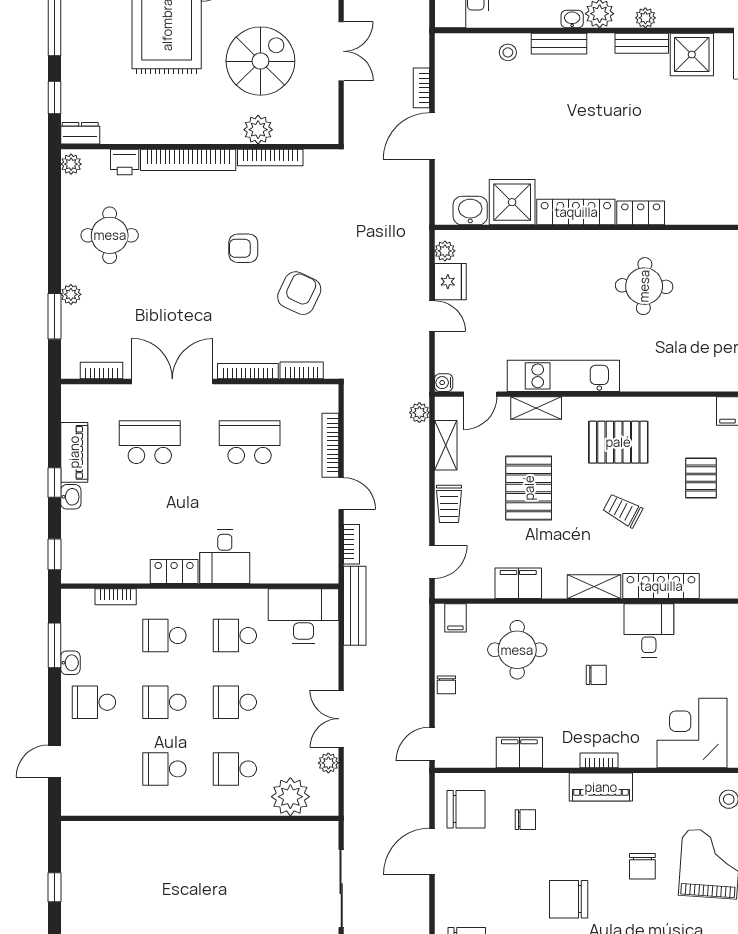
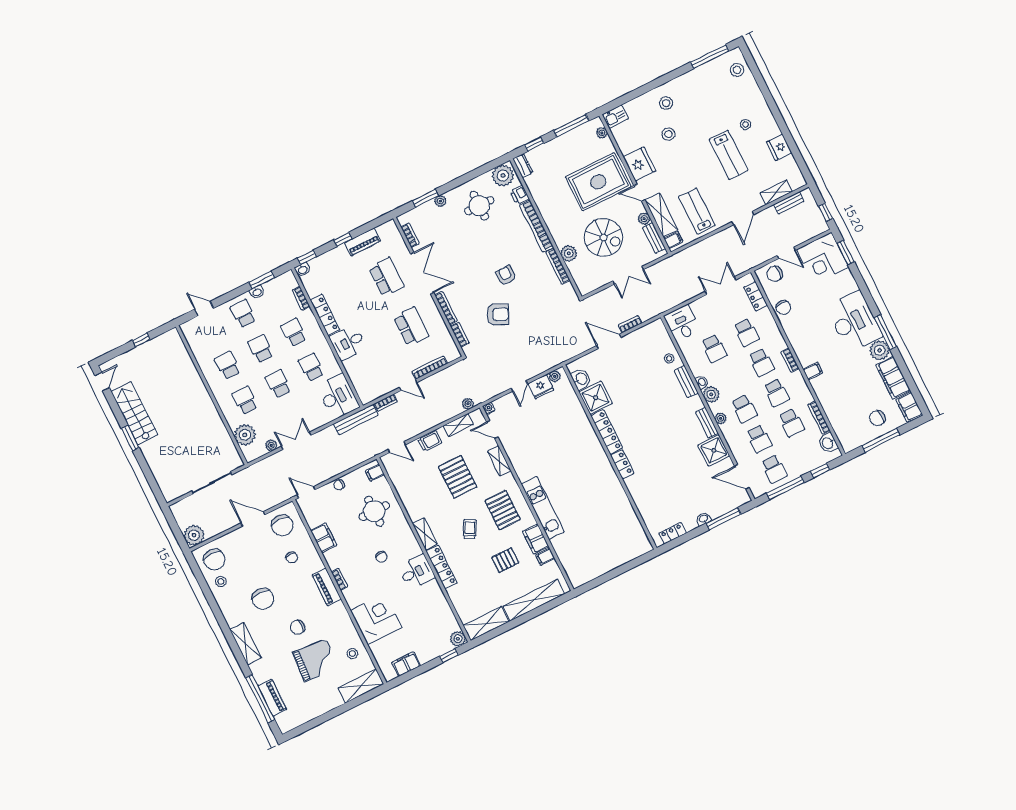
plant: (71, 164) -> (503, 176), width x1.88, depth x1.88
round table: (644, 286) -> (587, 484), removed
kitchen unit: (563, 376) -> (543, 508), moved
pallet: (529, 488) -> (458, 477), turned 90
door: (341, 493) -> (408, 385), hinge flipped
washbasin: (71, 497) -> (303, 270), moved
trolley: (449, 504) -> (430, 441), turned 180
locker: (174, 572) -> (325, 315), width x1.53
filing cabinet: (518, 583) -> (536, 539), moved, turned 180
chair: (569, 899) -> (263, 599), turned 180

